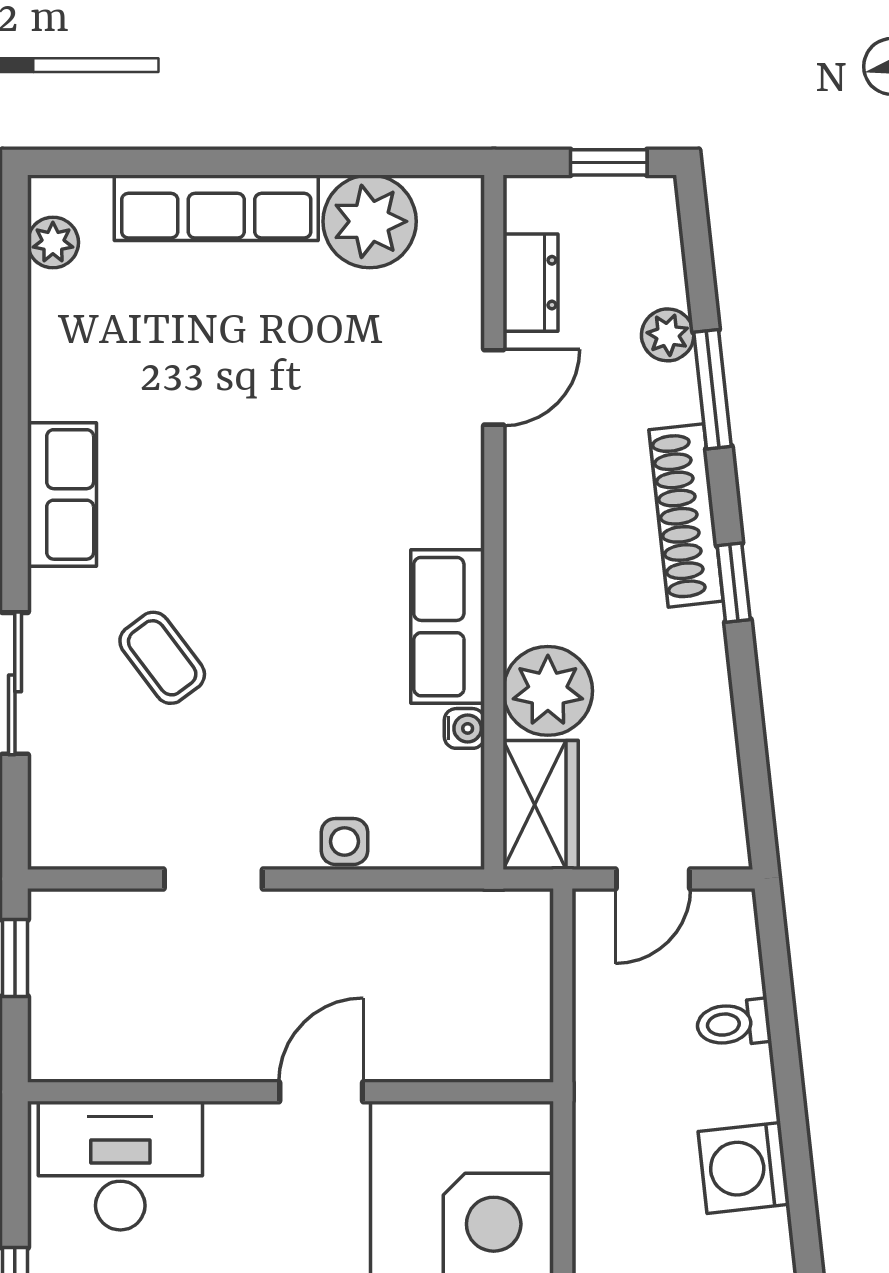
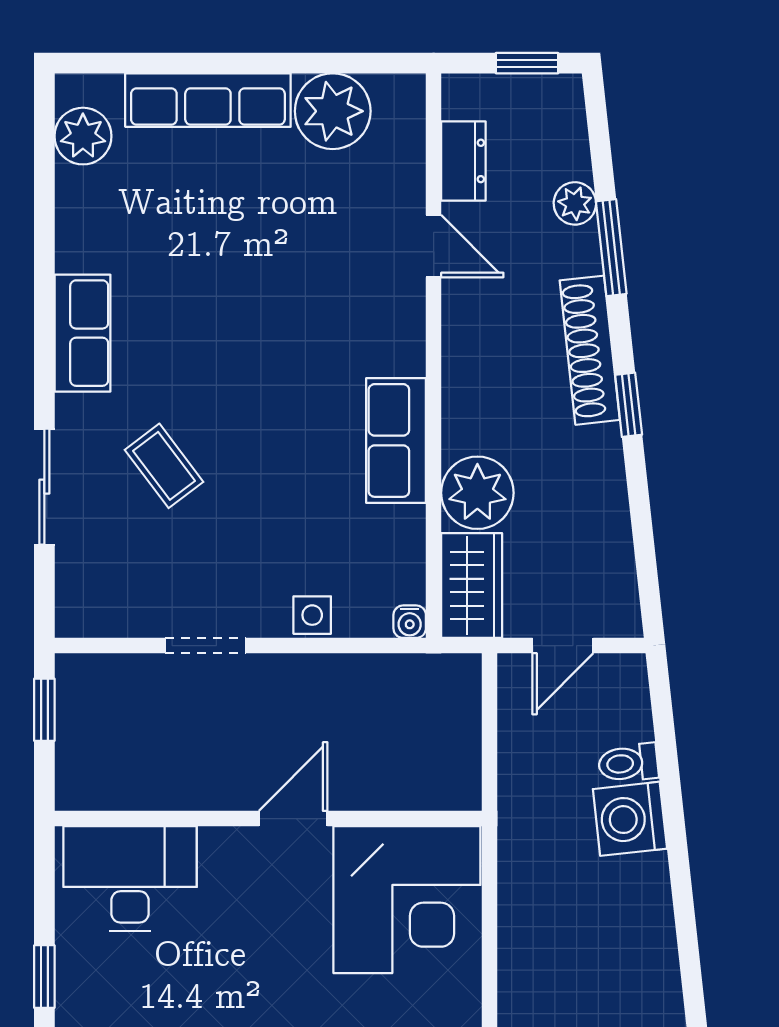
plant: (53, 242) -> (83, 136), width x1.38, depth x1.38
door: (494, 387) -> (434, 246), hinge flipped
water cooler: (464, 728) -> (410, 622), moved, turned 90
washing machine: (744, 1168) -> (630, 819), moved

